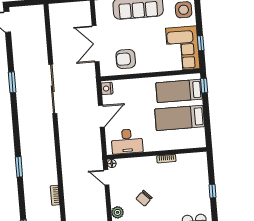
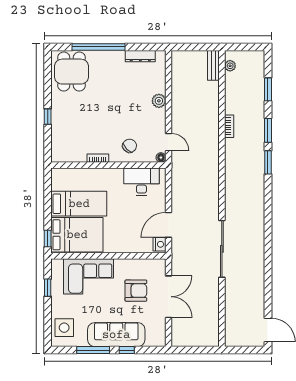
corner sofa: (183, 48) -> (89, 276), moved, turned 90
armchair: (126, 59) -> (136, 291), moved
window: (12, 82) -> (268, 130), moved
bed: (179, 91) -> (77, 235), width x1.50
door: (101, 116) -> (168, 225), moved
chair: (144, 198) -> (130, 146), moved

